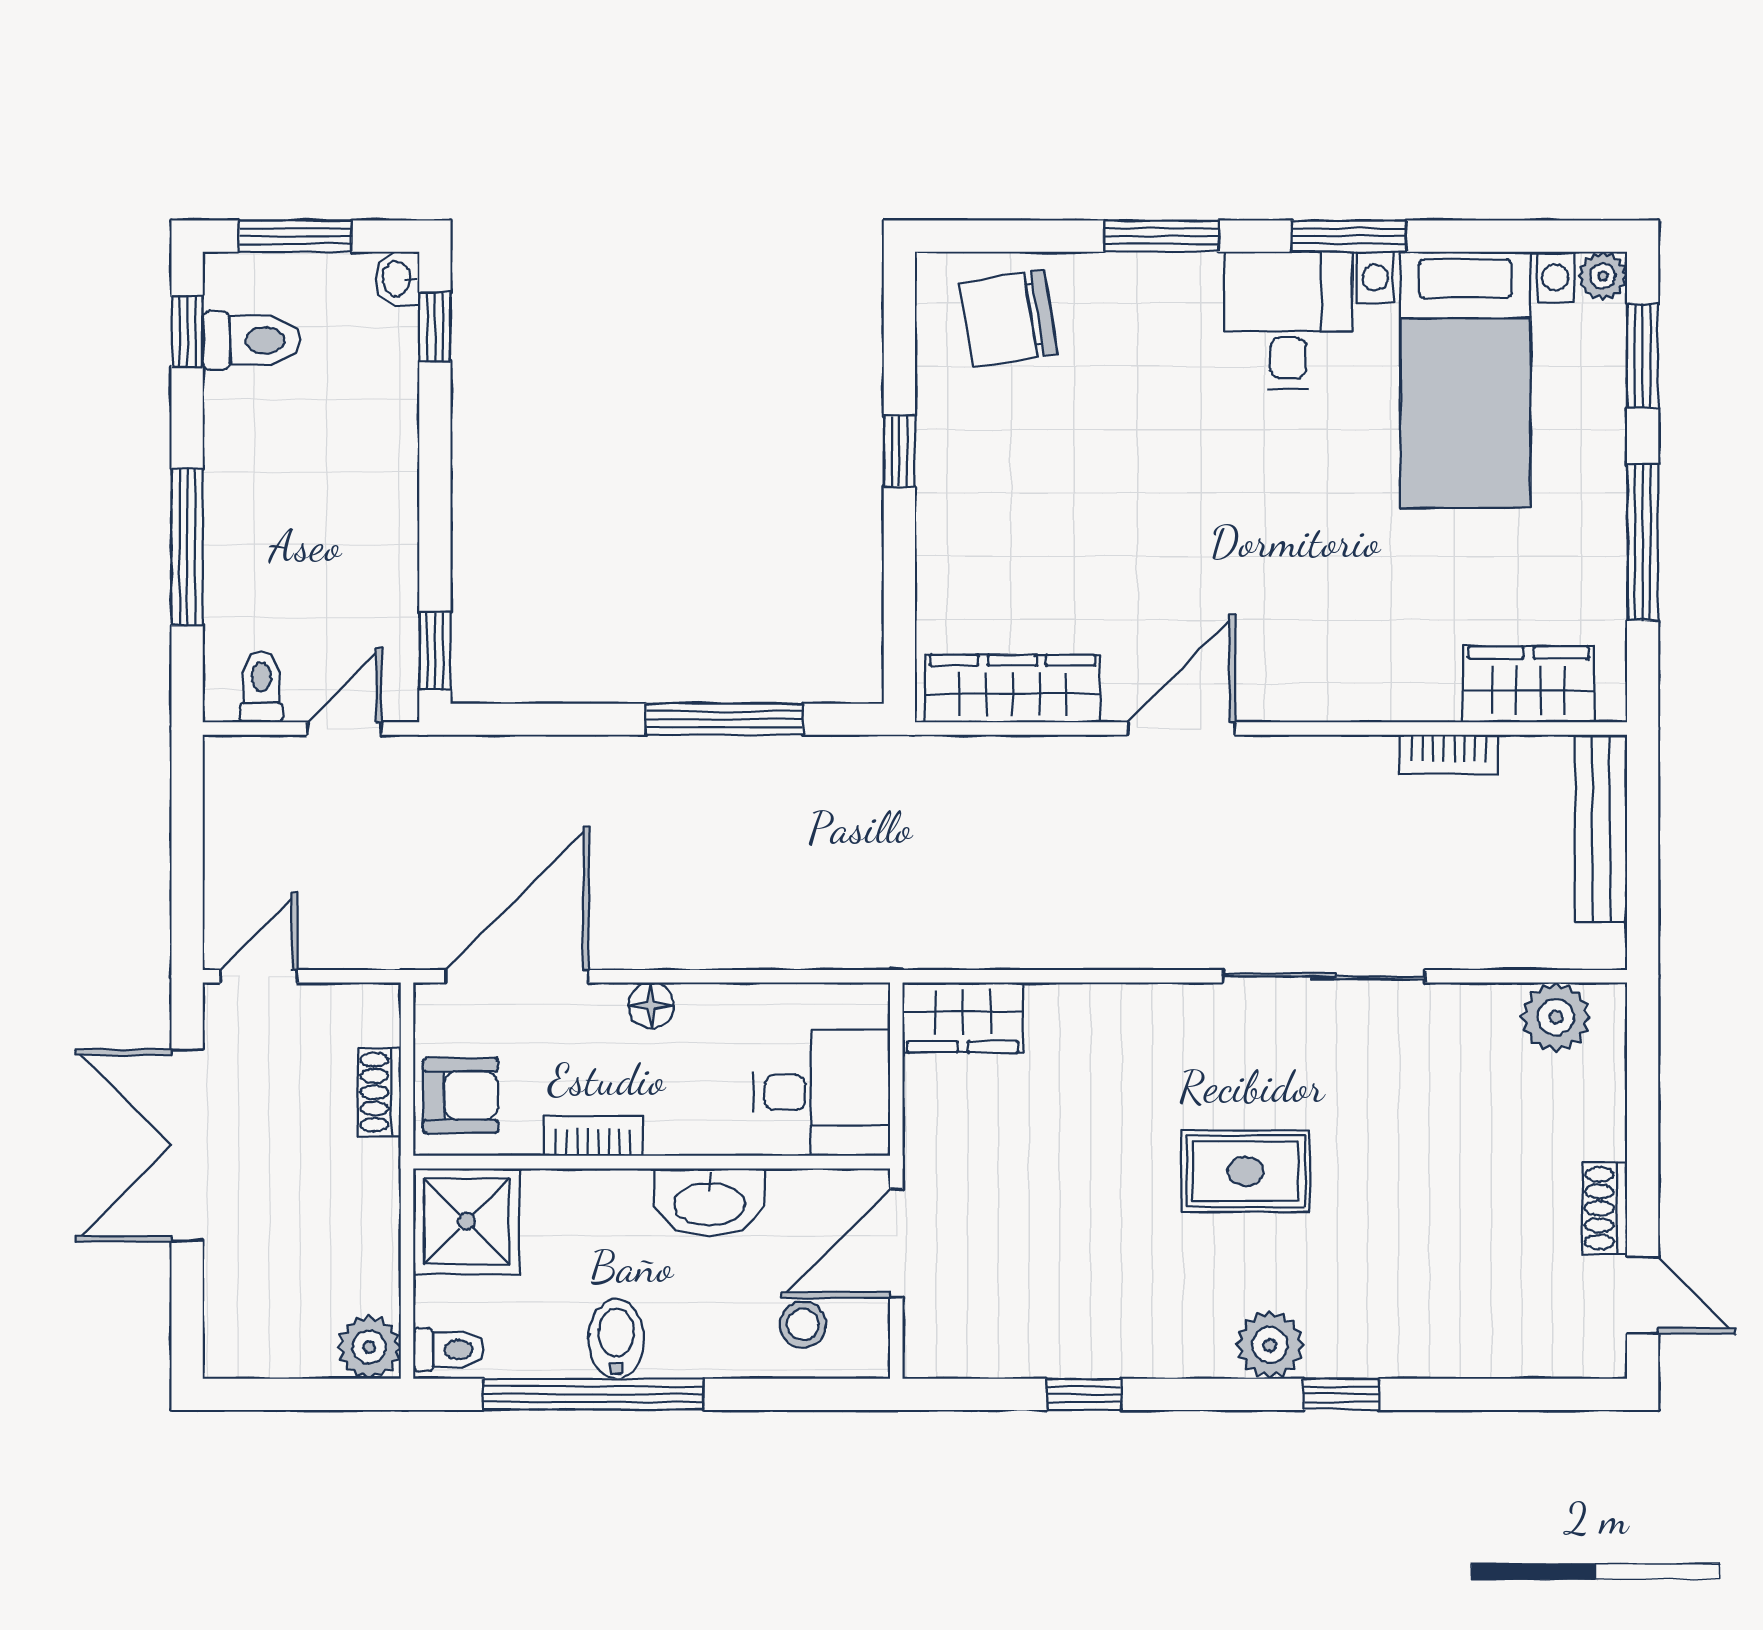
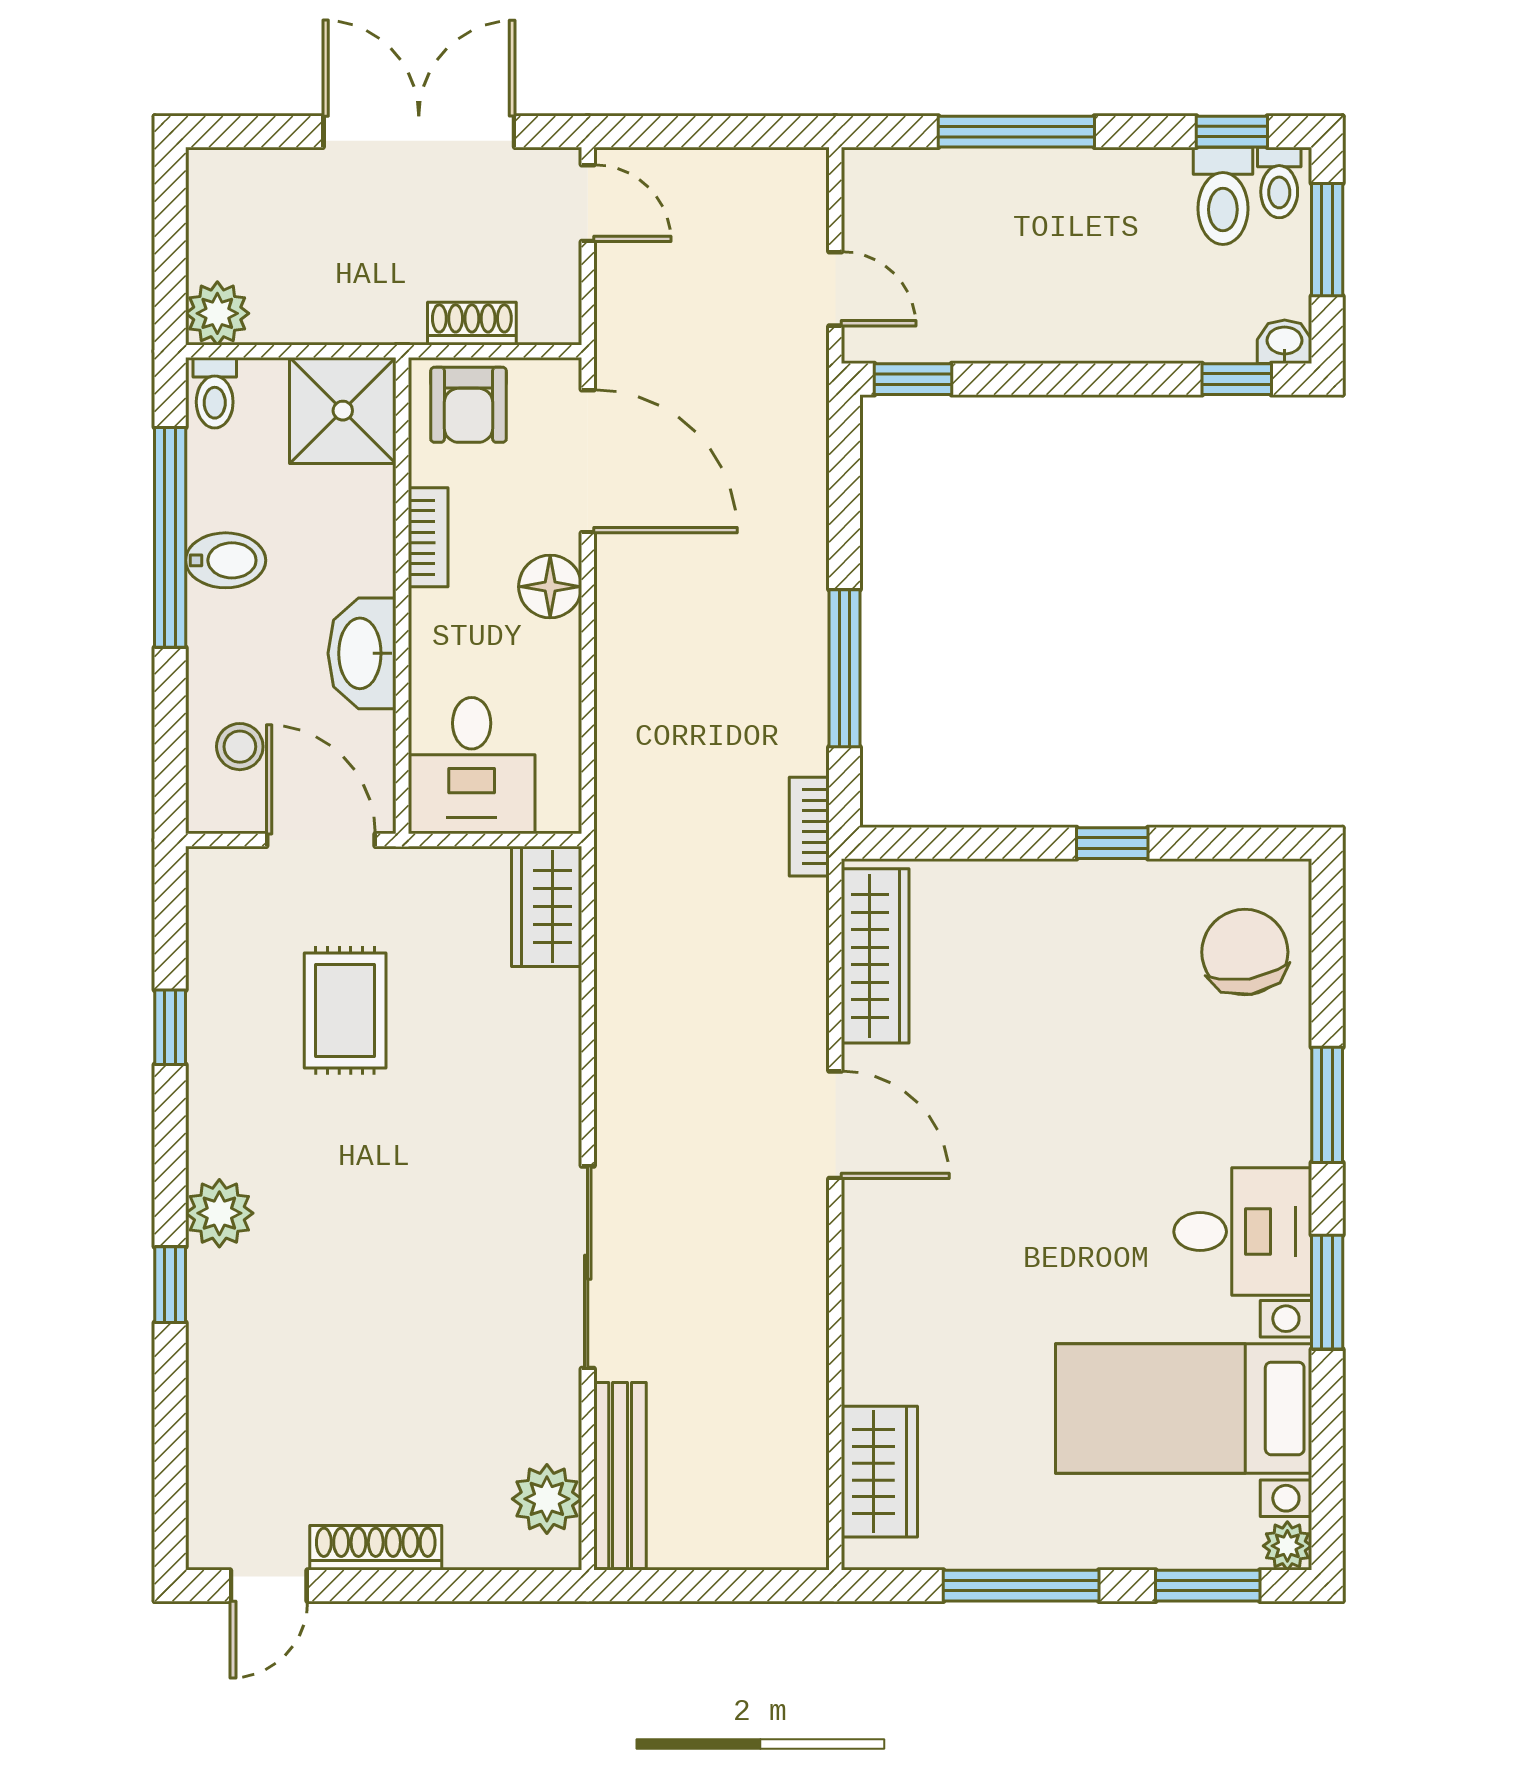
toilet: (261, 687) -> (1279, 182), moved, turned 90
bookcase: (1449, 755) -> (809, 827), moved
bench: (1601, 828) -> (620, 1476), moved, turned 90
floor lamp: (651, 1005) -> (550, 587), width x1.37, depth x1.37
rug: (1246, 1171) -> (345, 1010), moved
shoe rack: (1605, 1208) -> (376, 1548), width x1.43

